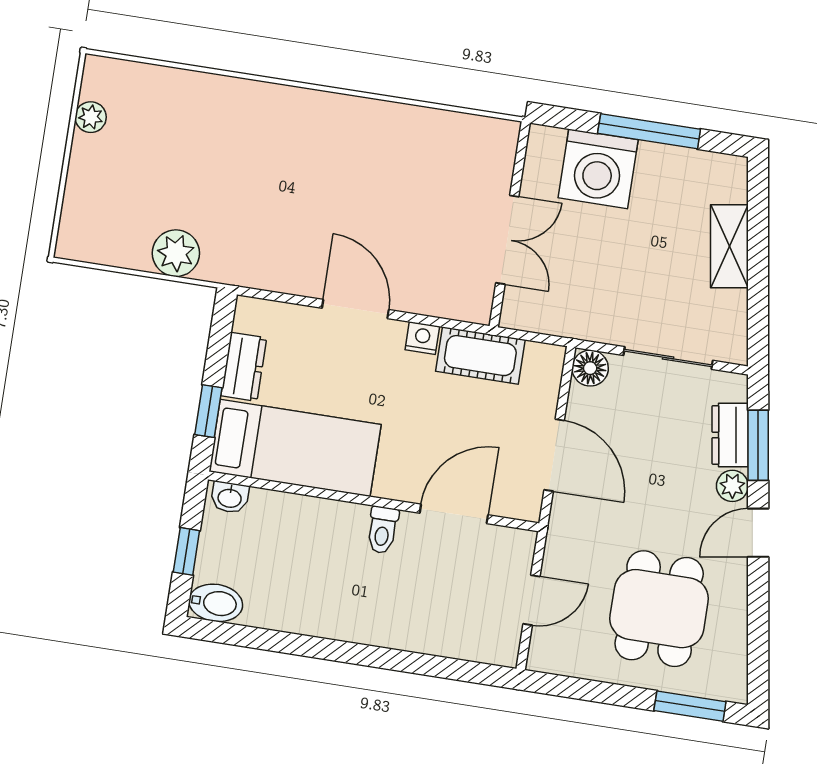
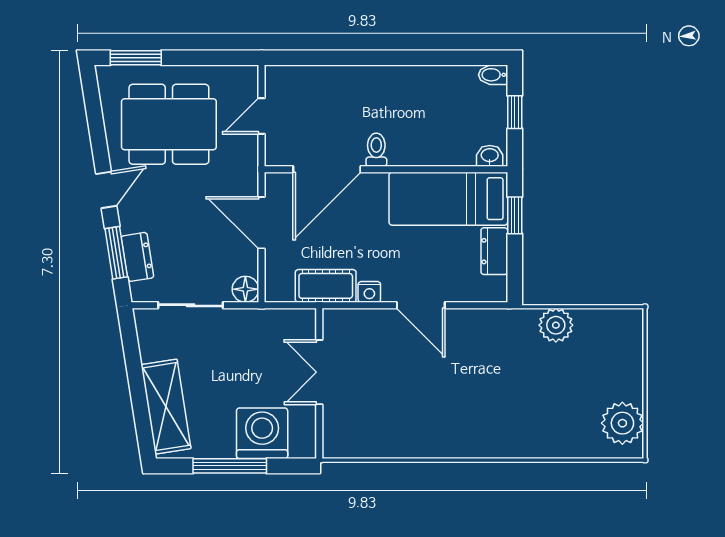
plant: (91, 117) -> (622, 423), width x1.87, depth x1.87
shelving: (729, 246) -> (166, 407), width x1.50, depth x1.33
plant: (732, 486) -> (130, 221), removed
door: (454, 514) -> (327, 169), width x1.36
bidet: (216, 603) -> (493, 75), width x0.72, depth x0.74
dining table: (659, 609) -> (169, 124), width x1.38

